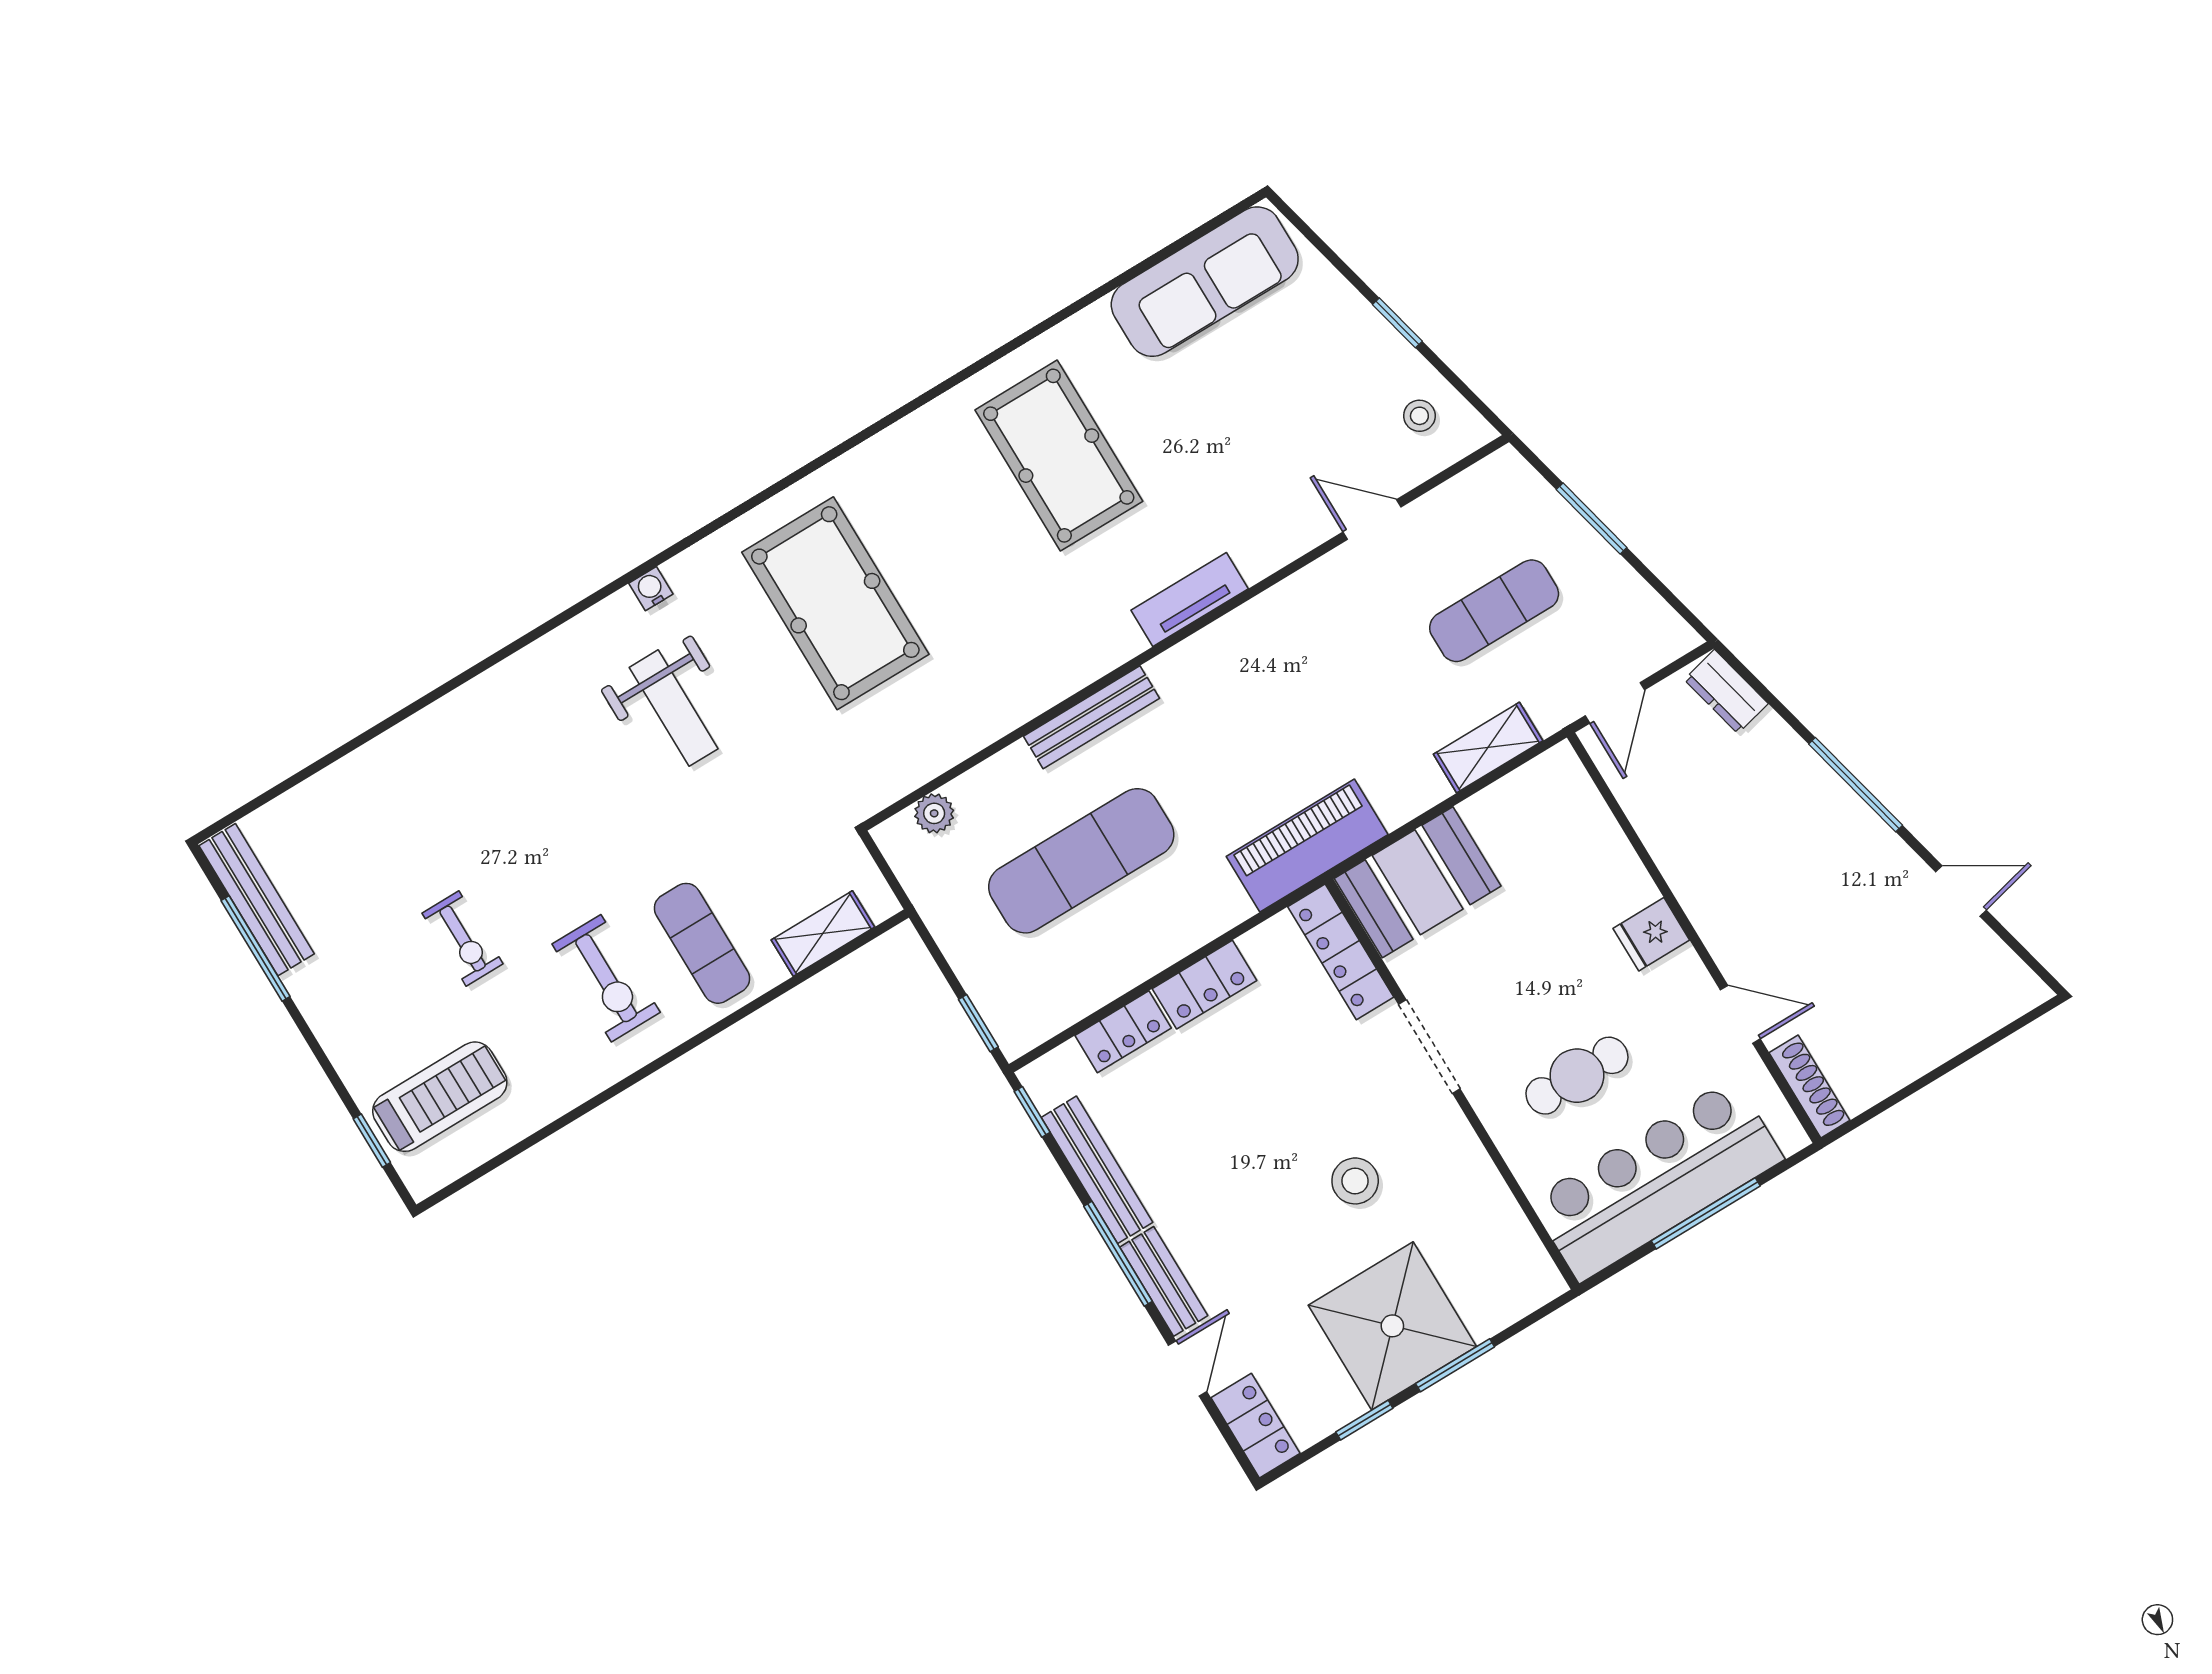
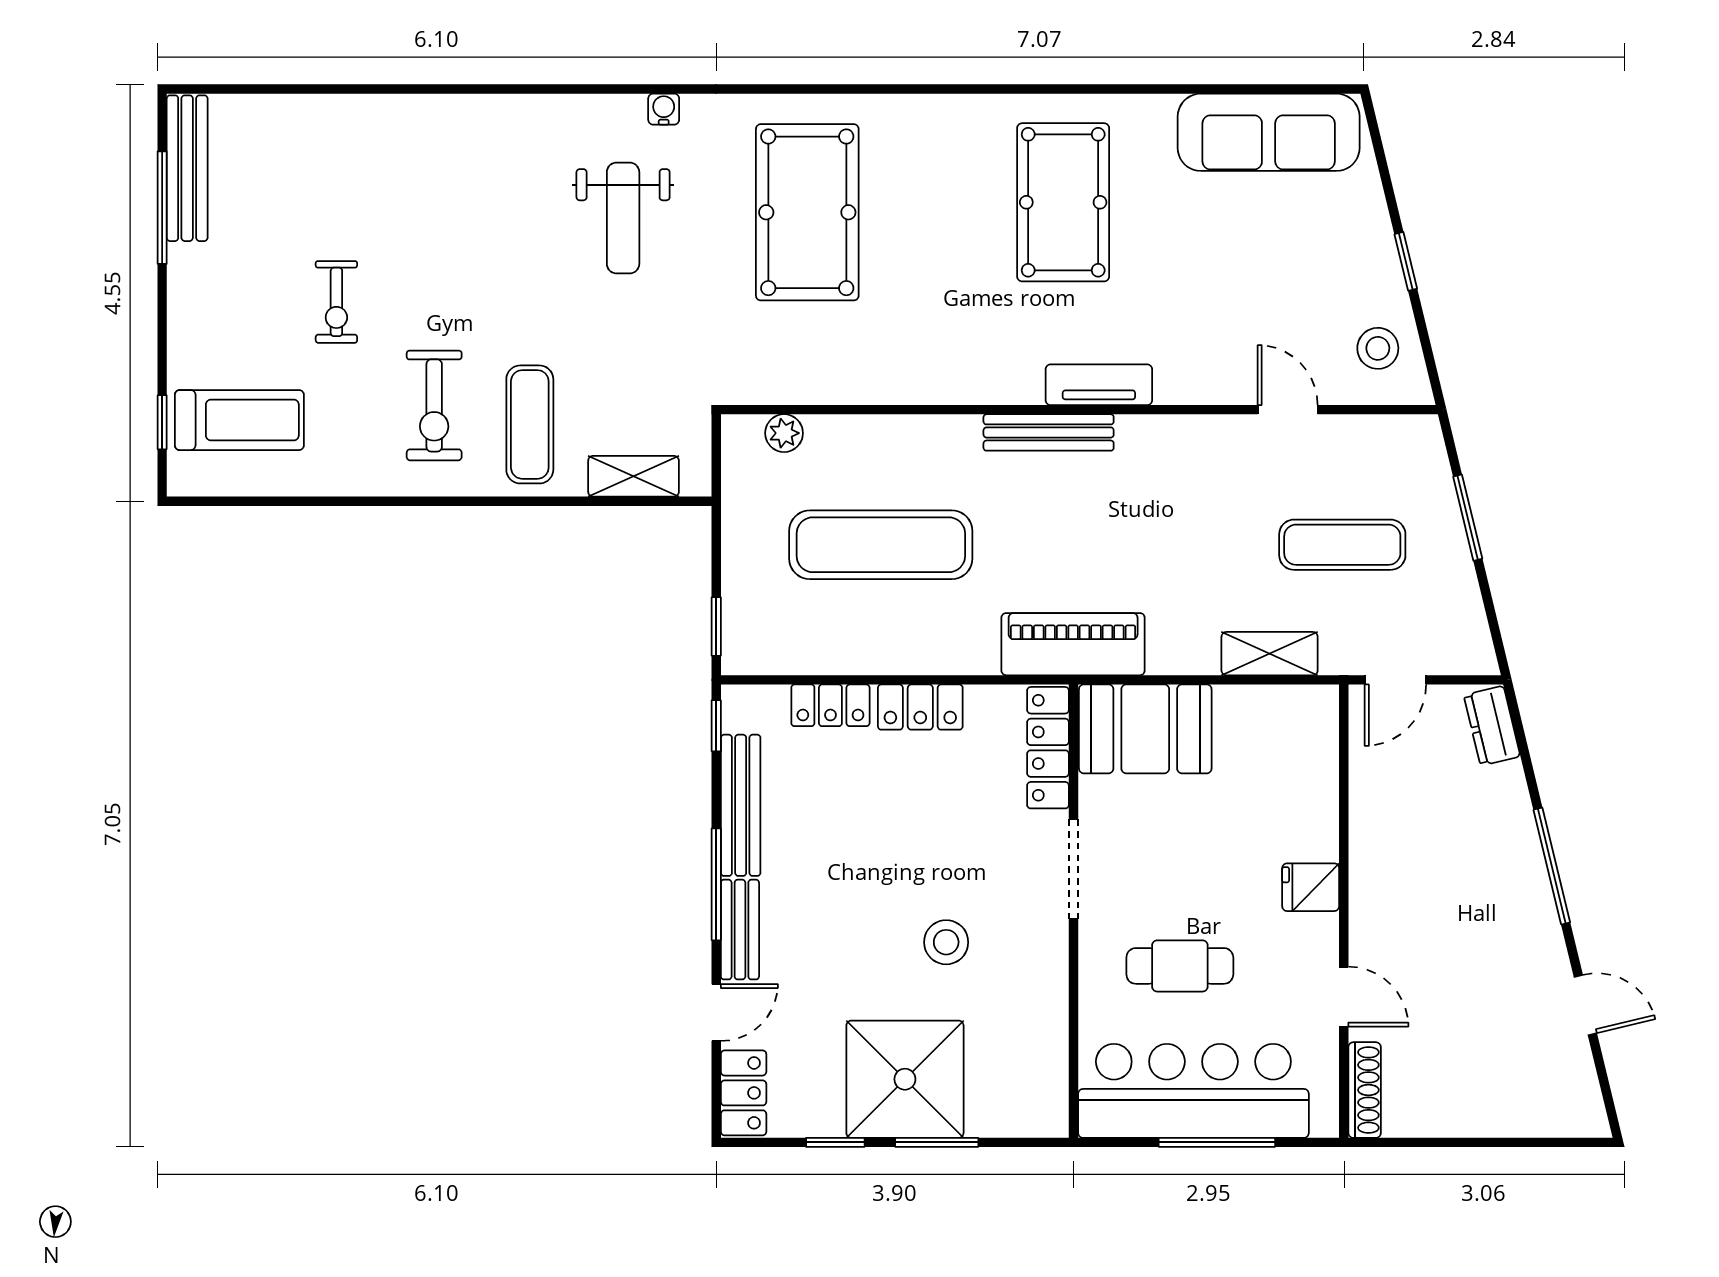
stool: (1419, 416) -> (1378, 348), width x1.37, depth x1.37
bench: (1092, 717) -> (1049, 432), moved

